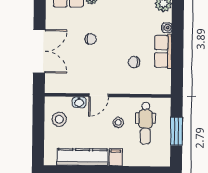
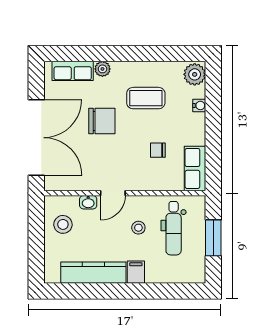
coffee table: (125, 21) -> (146, 98), added
chair: (91, 39) -> (102, 121), width x1.87, depth x1.87
double door: (39, 51) -> (36, 138), width x1.36
row of seats: (163, 51) -> (195, 168), moved

